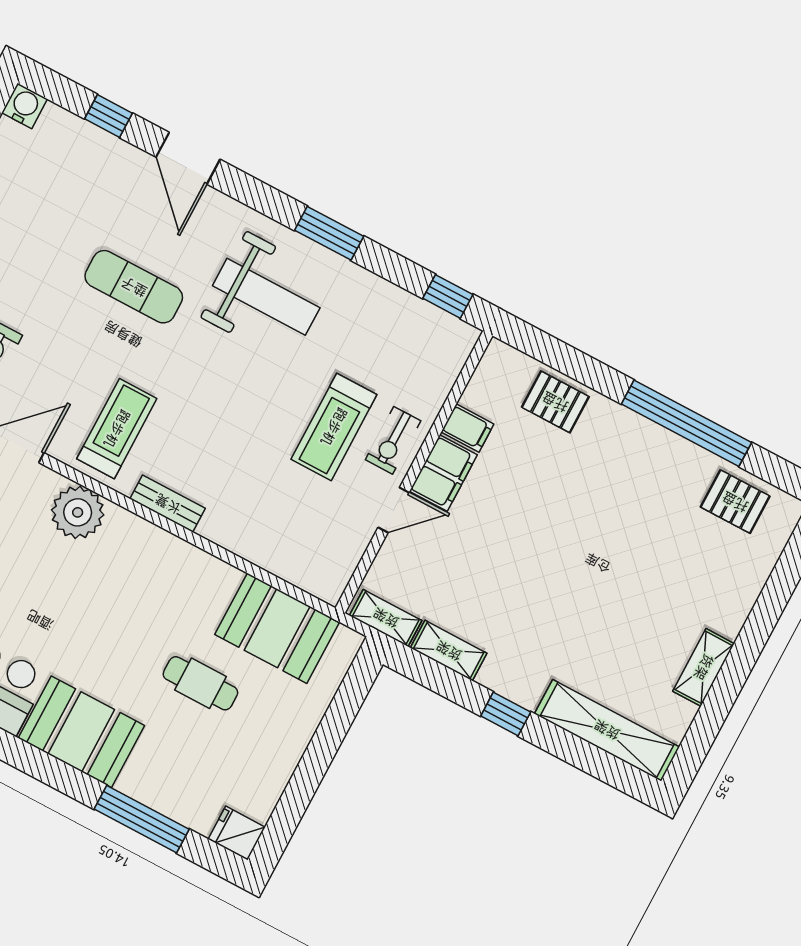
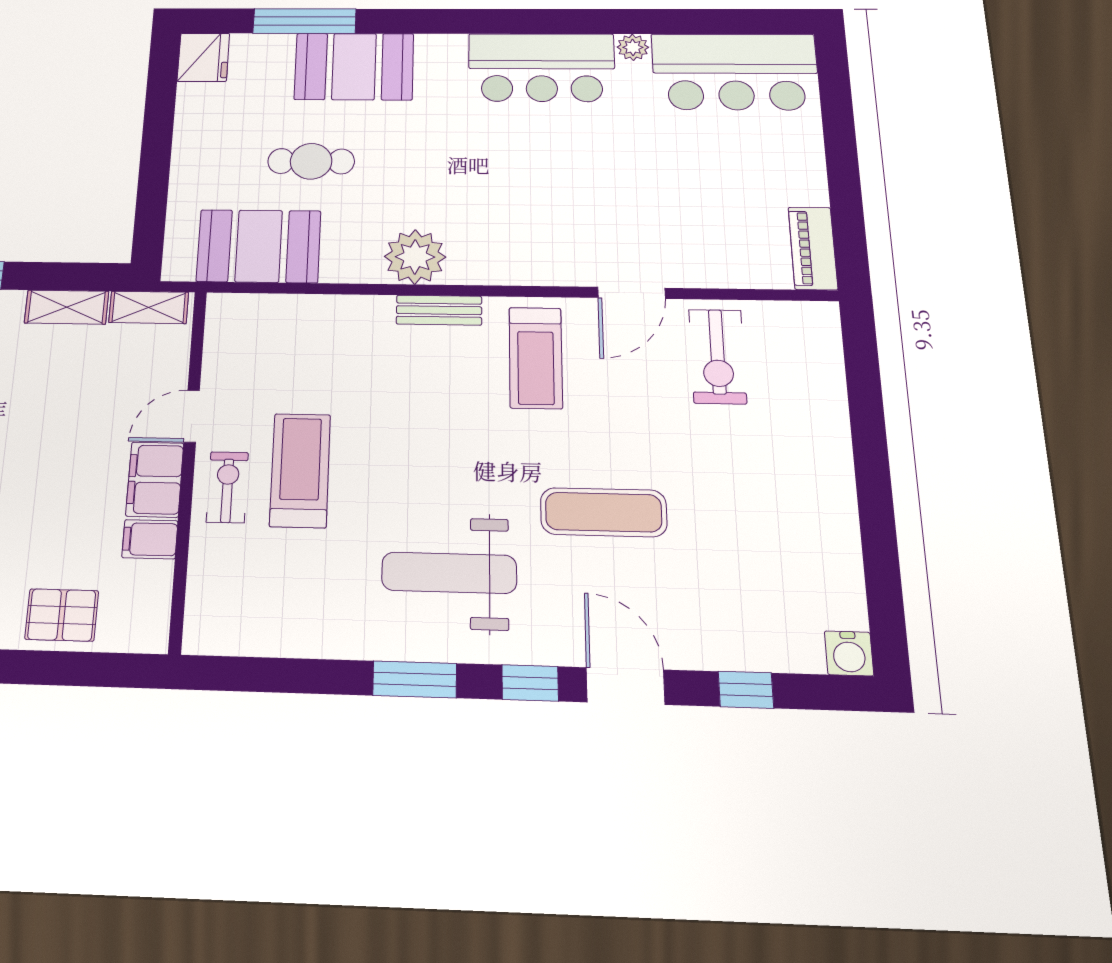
window: (448, 296) -> (530, 683), moved
plant: (78, 512) -> (415, 257), moved
booth: (81, 732) -> (354, 66), moved
fridge: (237, 833) -> (203, 57), width x1.38

